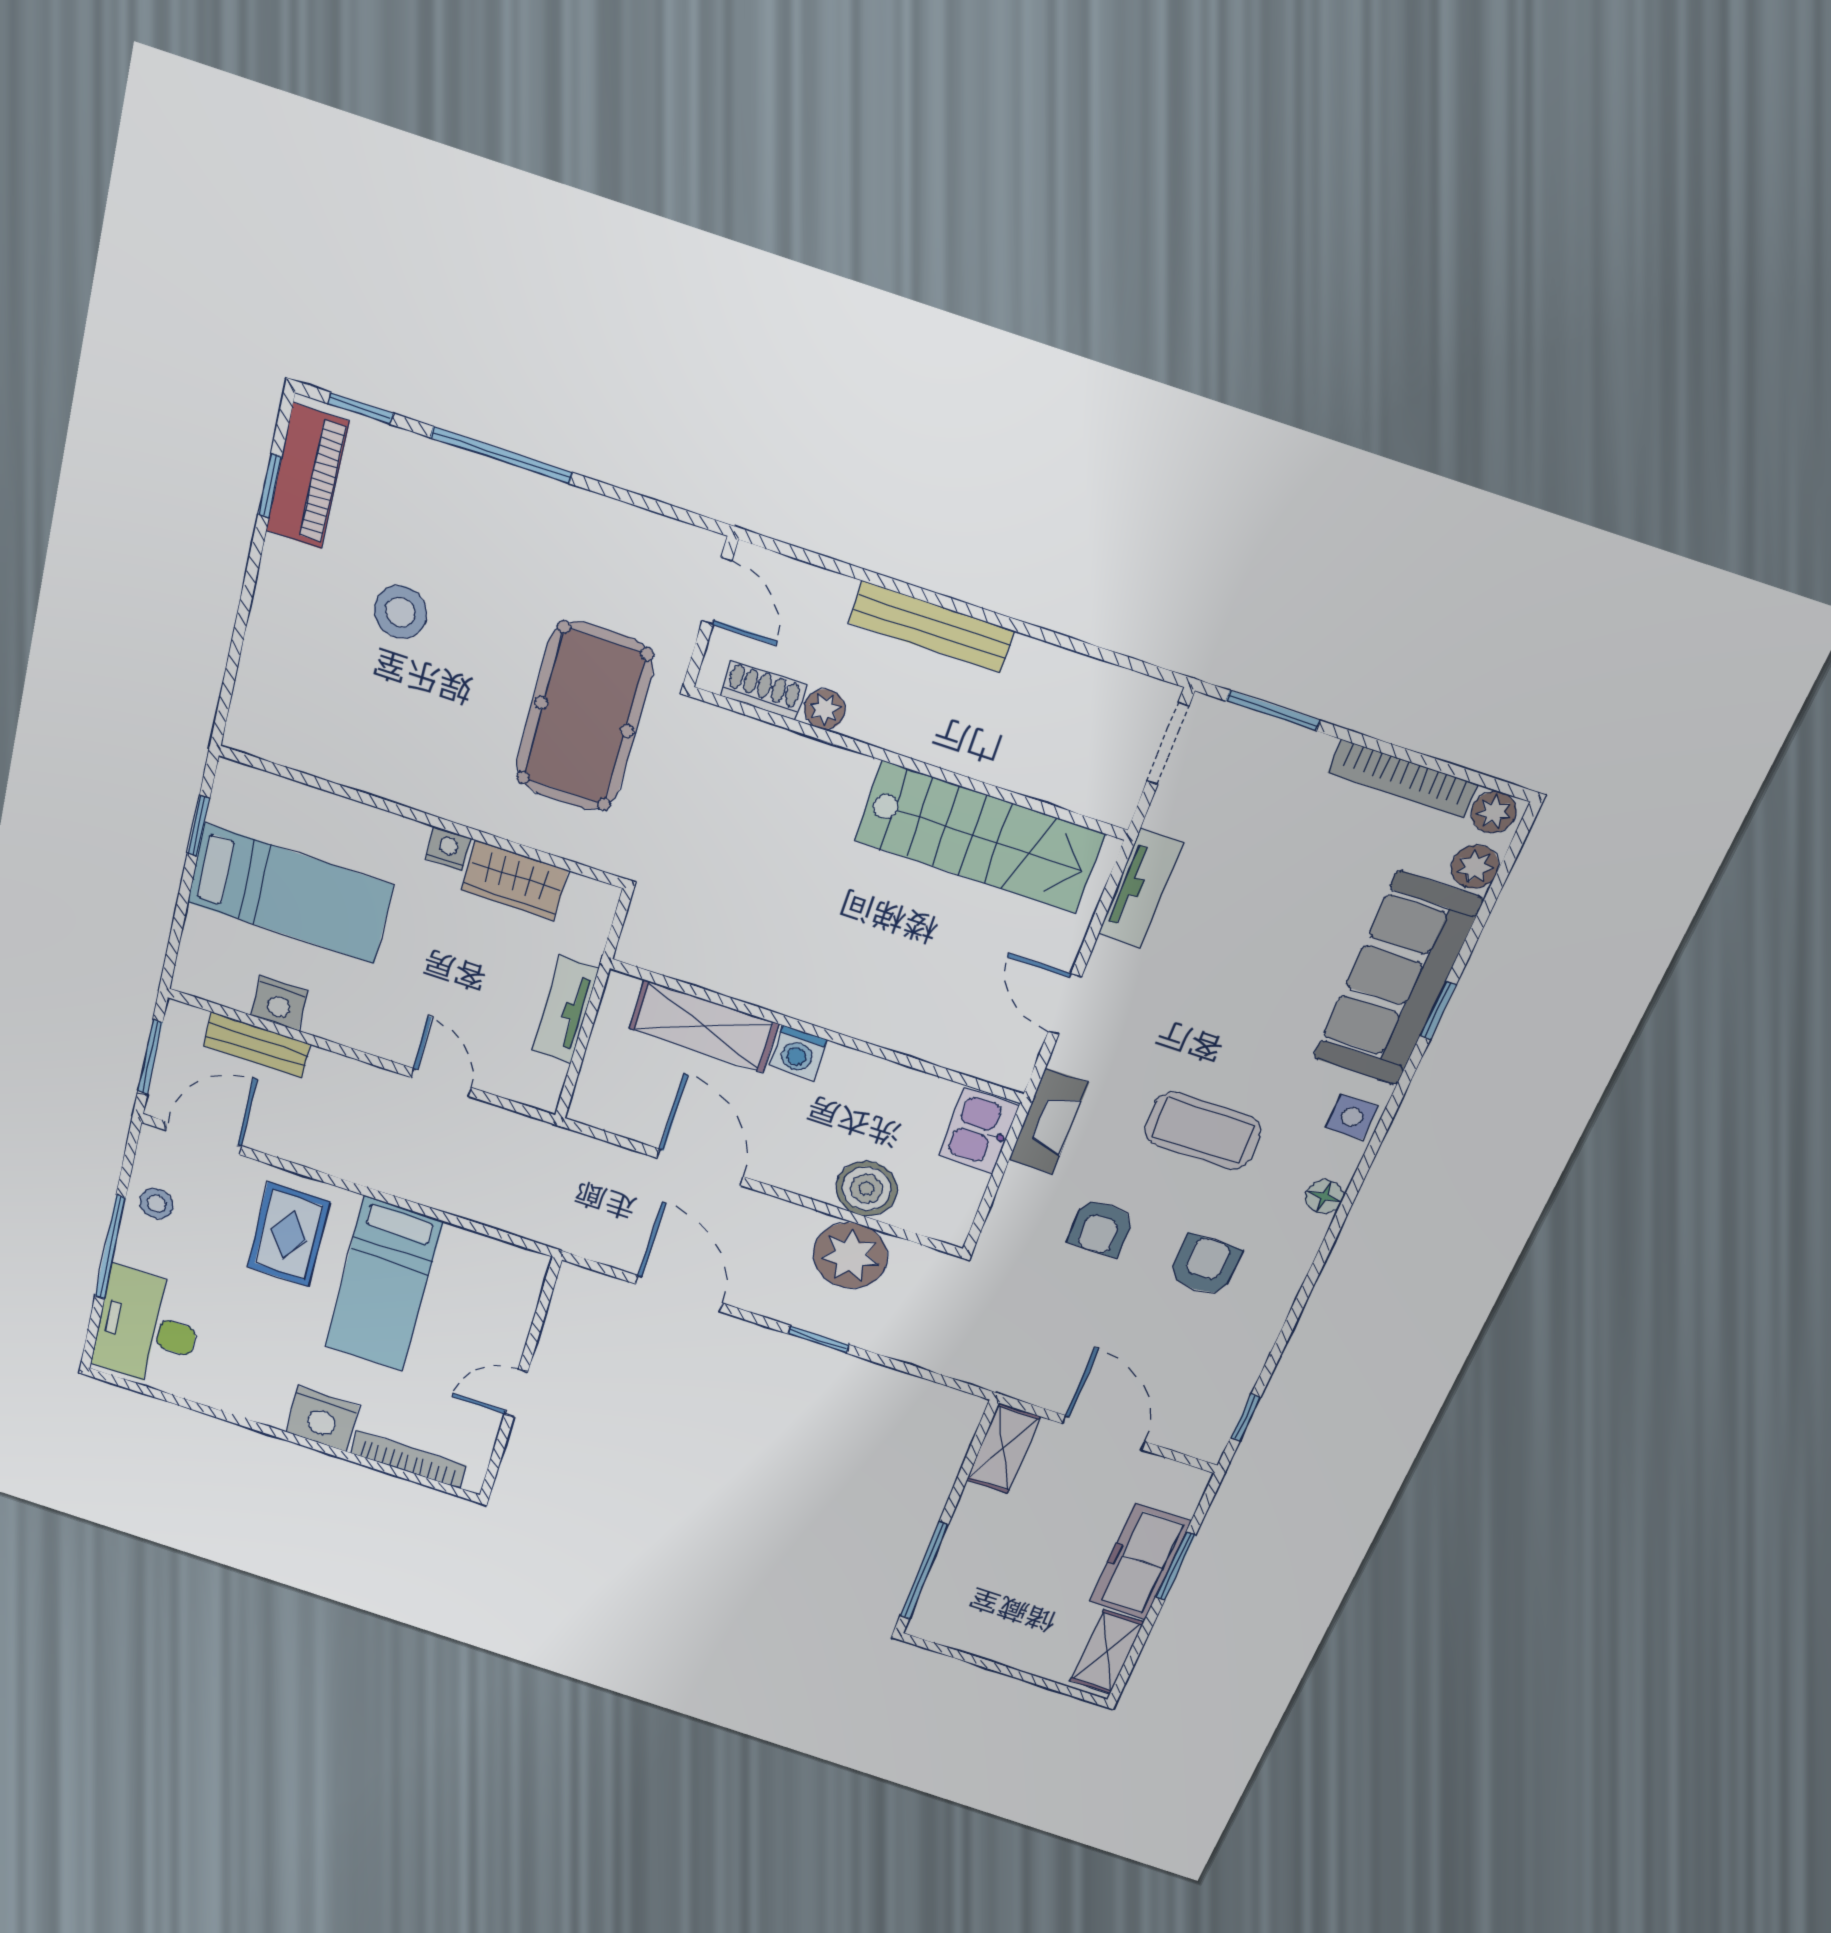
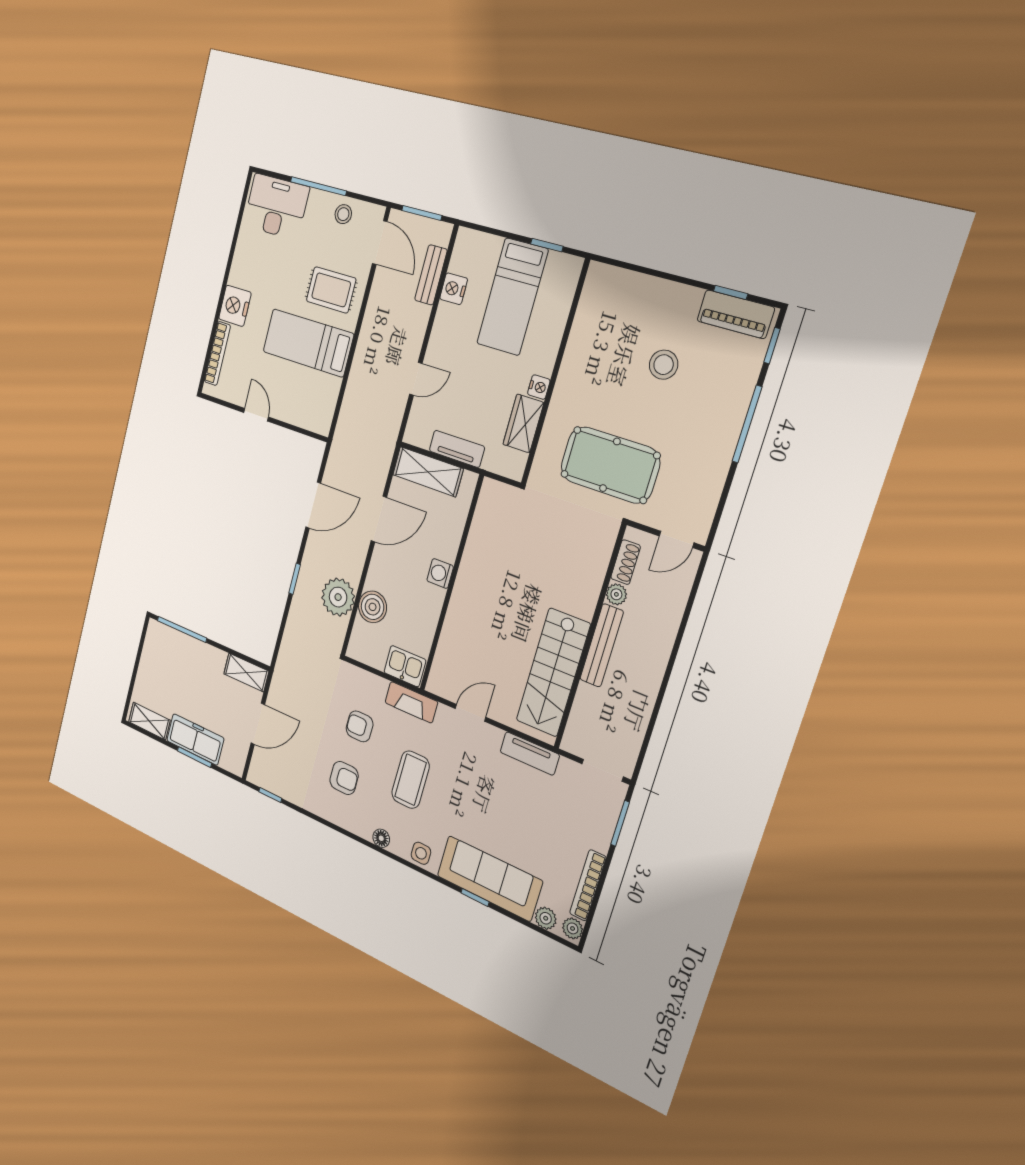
bench: (931, 627) -> (602, 645), moved
shelving: (704, 1026) -> (428, 472), moved, turned 90

